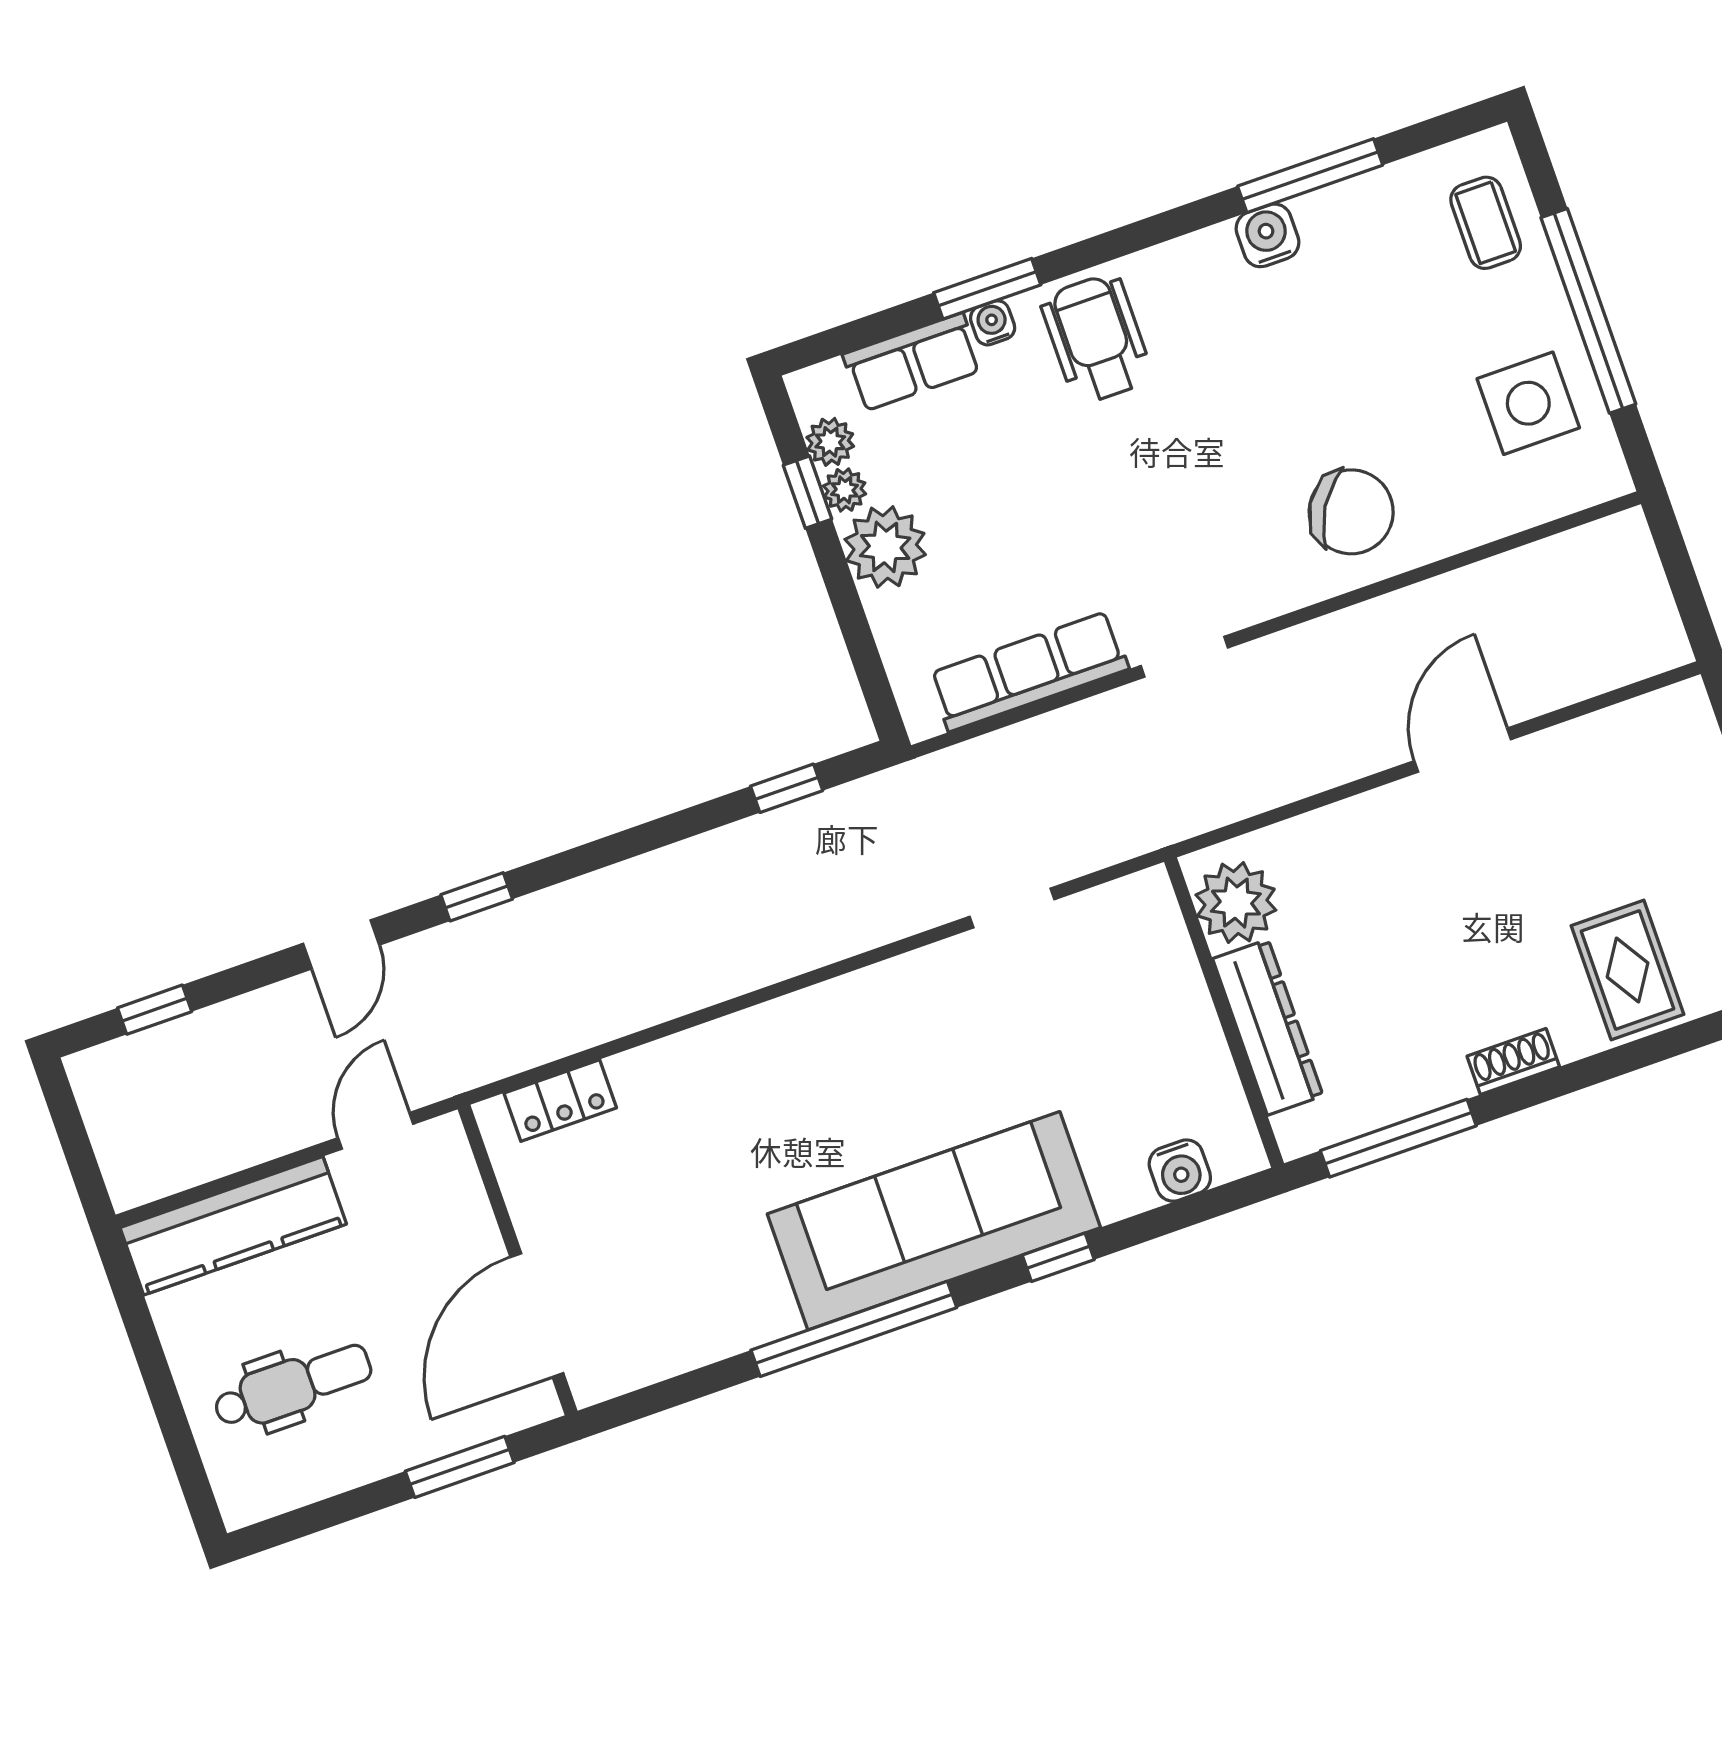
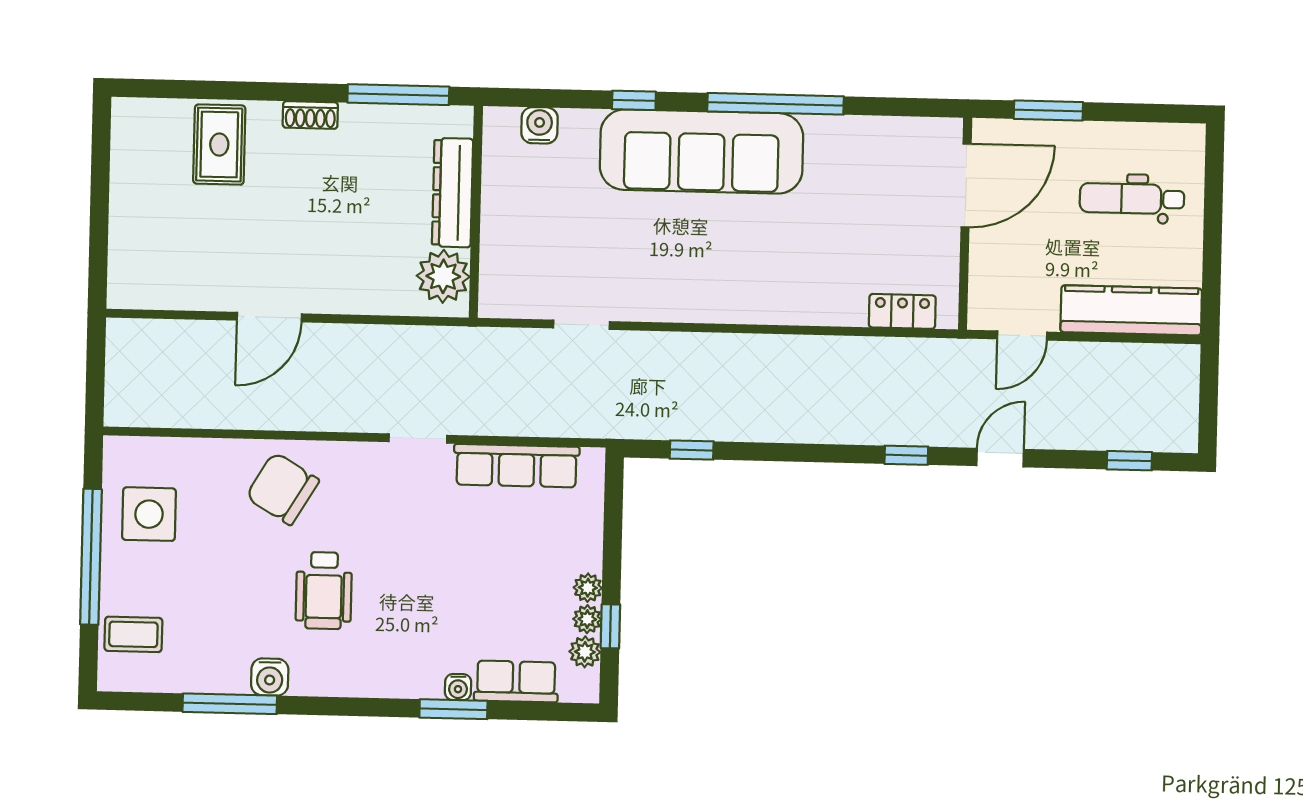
coffee table: (1486, 223) -> (133, 634), turned 90
wheelchair: (1096, 339) -> (324, 591), moved
plant: (885, 547) -> (588, 588), width x0.53, depth x0.53

